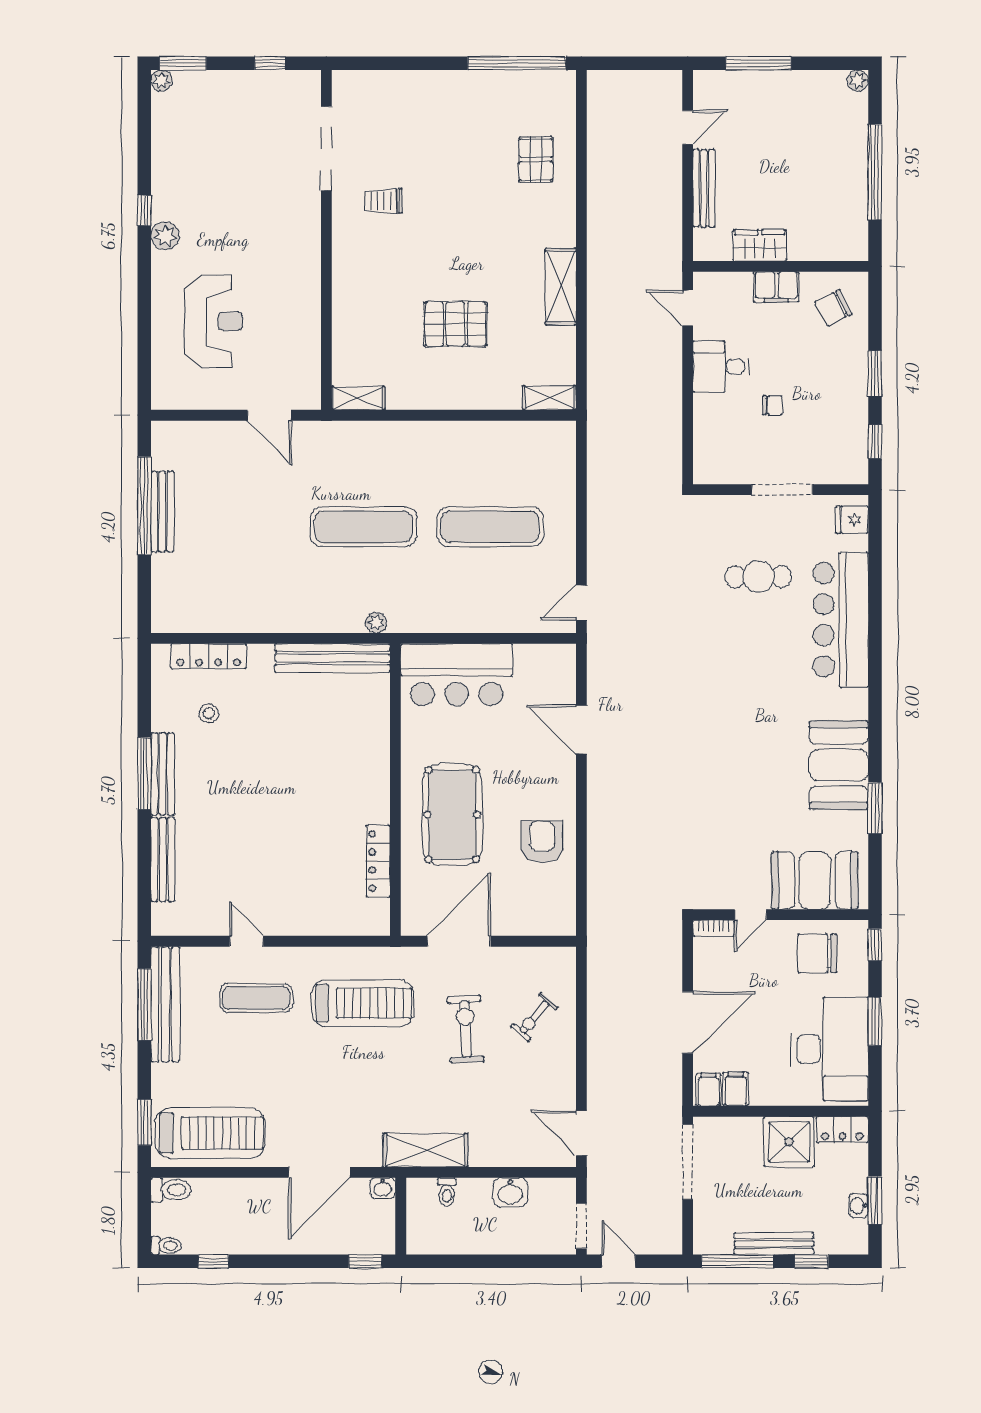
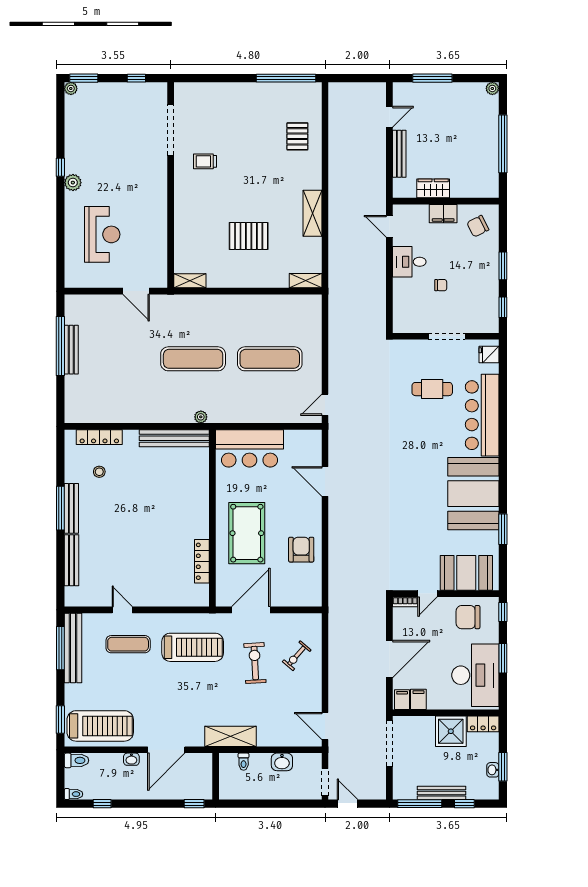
booth: (839, 765) -> (473, 494), width x1.36, depth x1.42
washbasin: (383, 1188) -> (131, 759), moved

